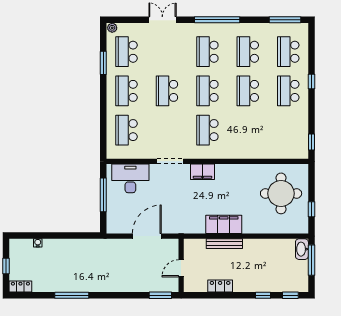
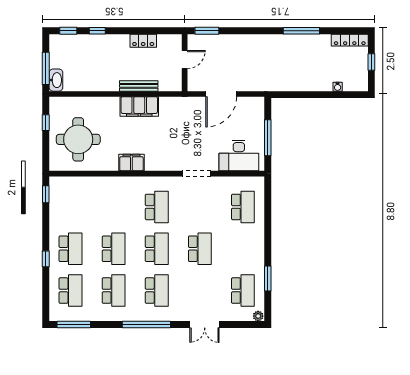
school desk: (127, 91) -> (243, 249), removed
filing cabinet: (202, 172) -> (131, 163), moved
locker: (20, 287) -> (350, 40), width x1.53

